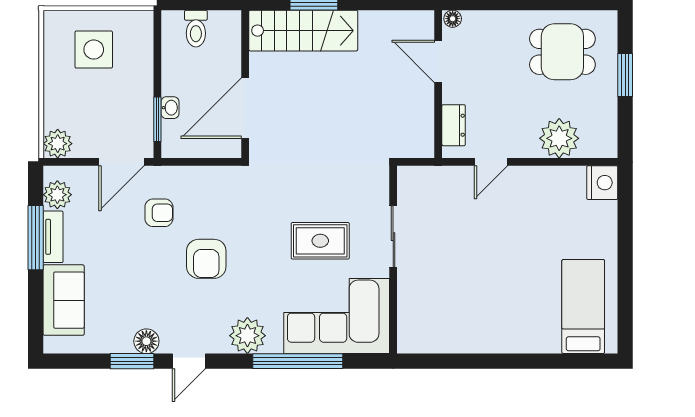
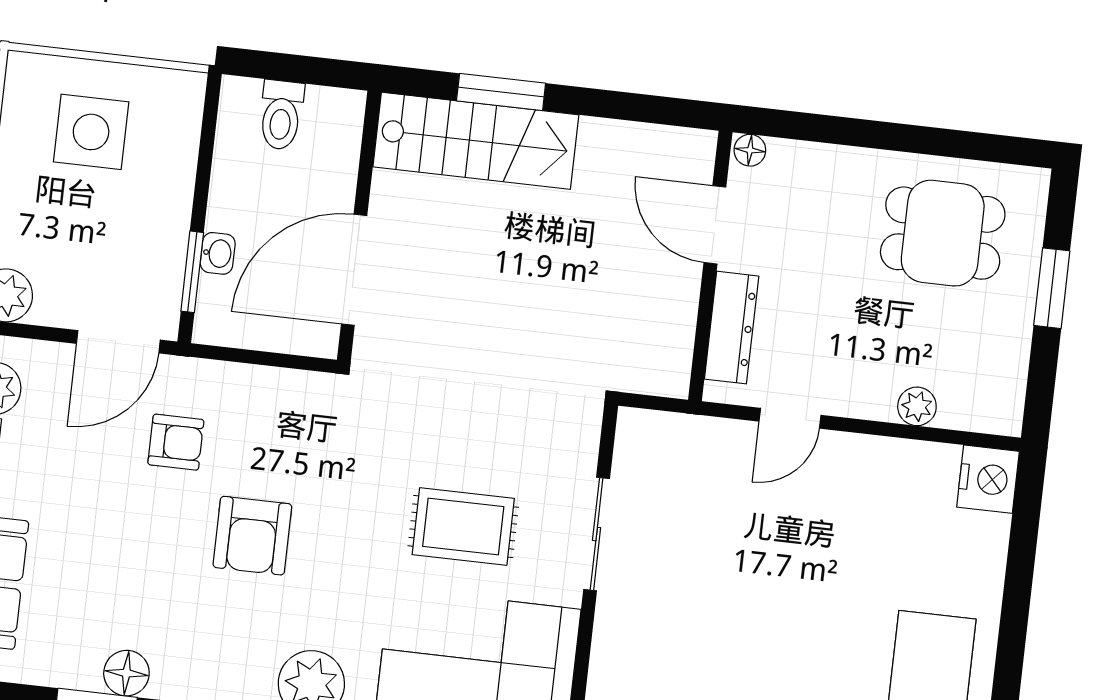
dresser: (454, 125) -> (732, 328), width x1.44
plant: (559, 138) -> (917, 406), width x0.53, depth x0.53

